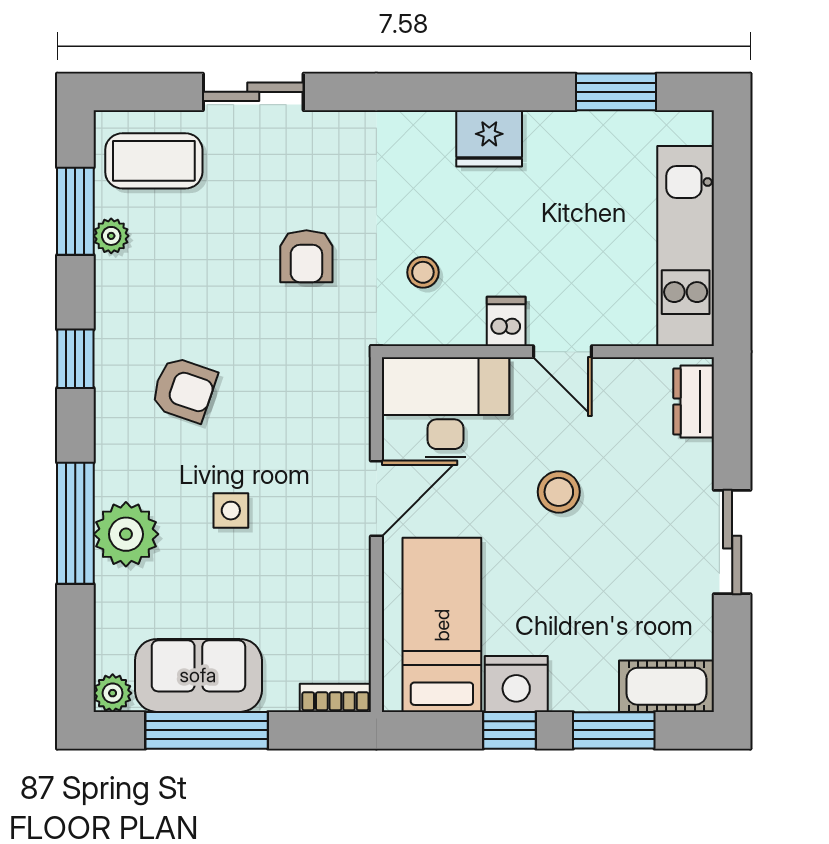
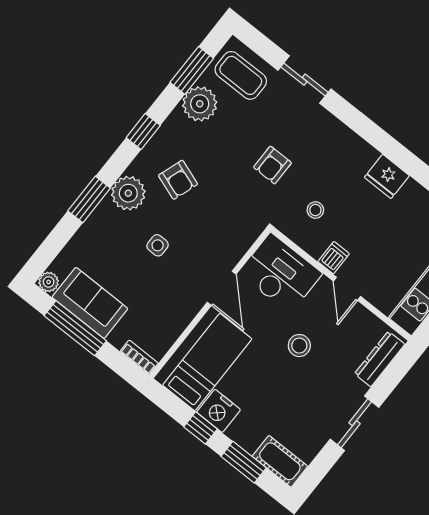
plant: (111, 236) -> (200, 104), width x1.88, depth x1.88
dresser: (694, 401) -> (380, 359), width x1.44
door: (376, 499) -> (222, 288), hinge flipped
window: (75, 523) -> (89, 199), width x0.69
plant: (126, 534) -> (128, 193), moved

